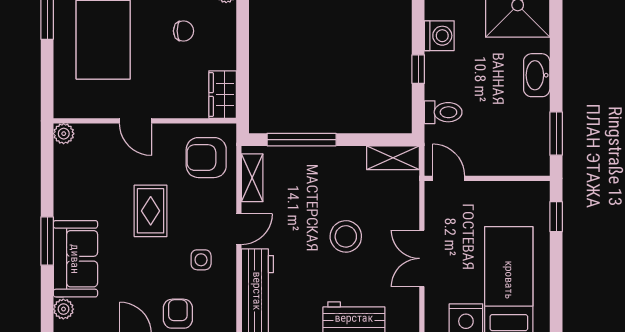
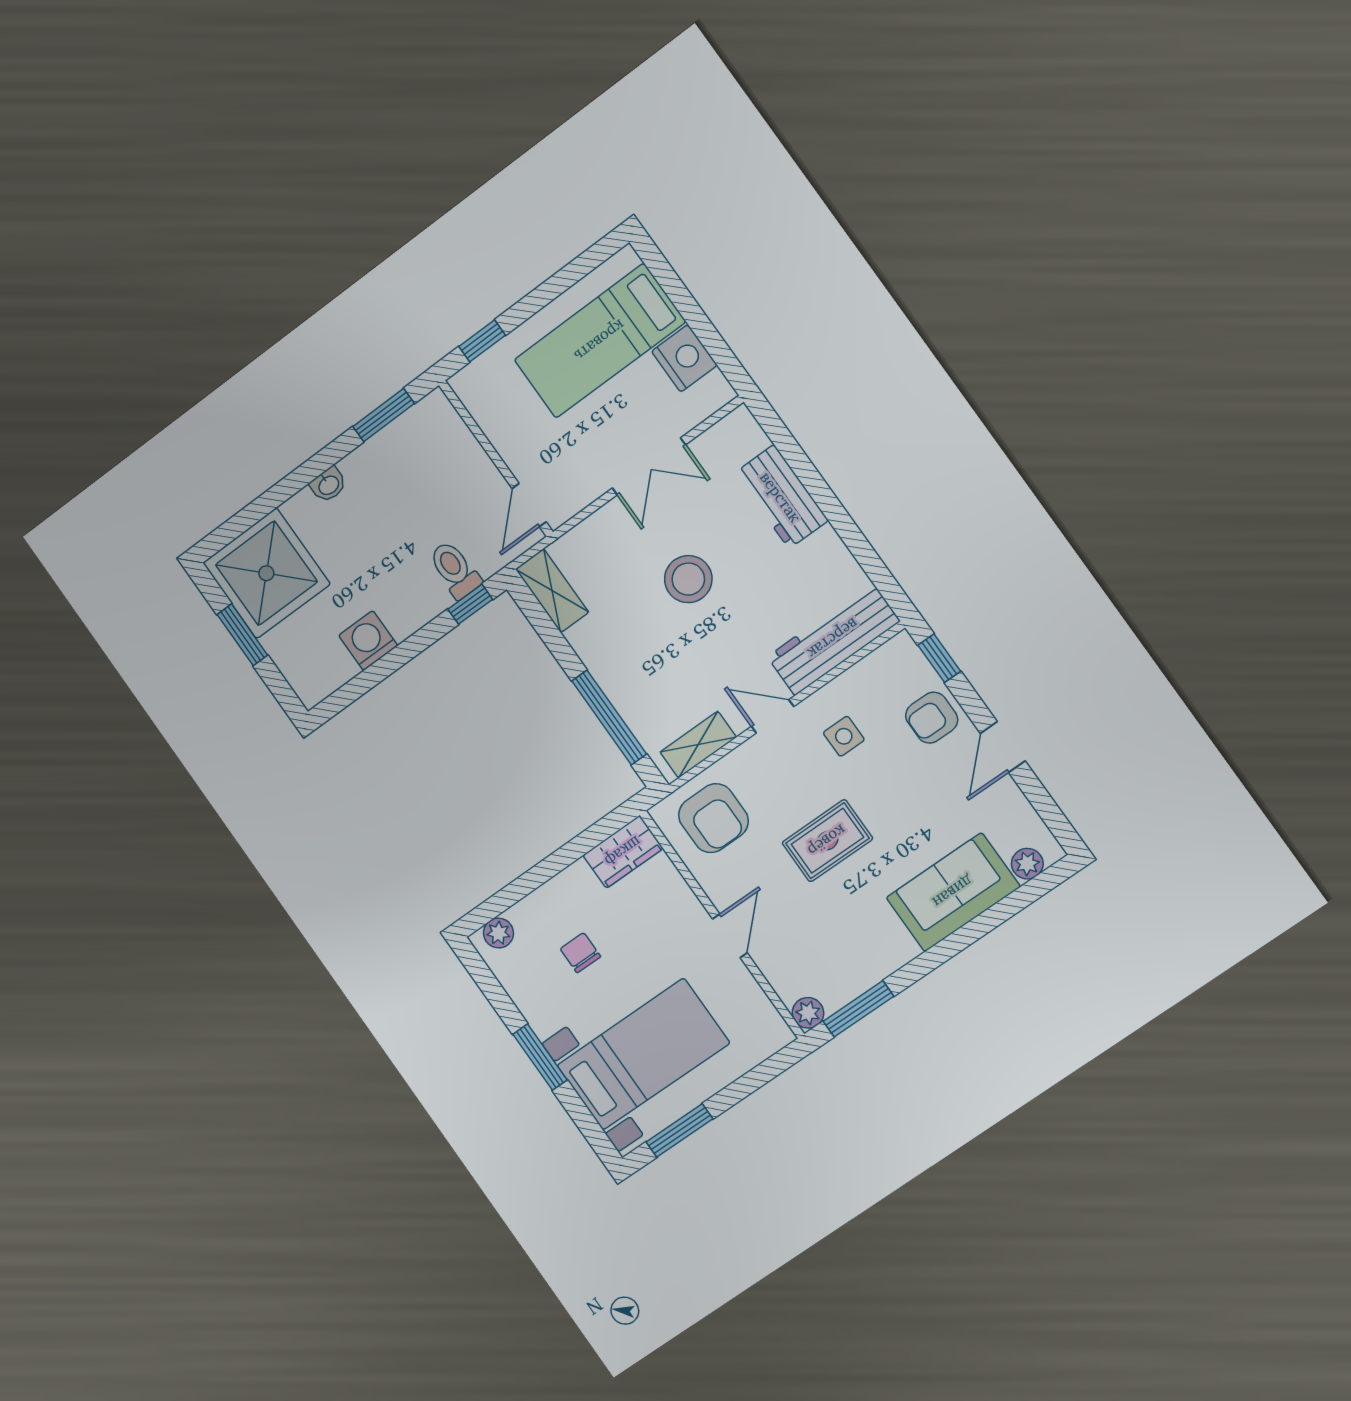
window: (418, 69) -> (470, 604), moved
washbasin: (537, 75) -> (328, 485), width x0.52, depth x0.69
window: (47, 241) -> (858, 1009), moved

